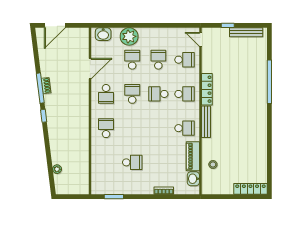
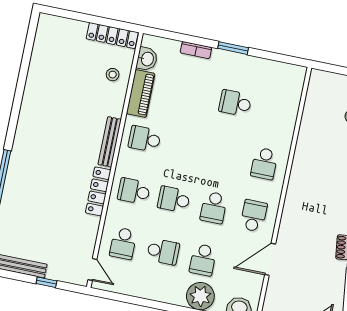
school desk: (158, 60) -> (163, 252), turned -90
school desk: (184, 60) -> (123, 243), turned -90
school desk: (158, 94) -> (174, 199), turned 180
locker: (250, 189) -> (112, 36), moved
window: (114, 197) -> (233, 48), moved

